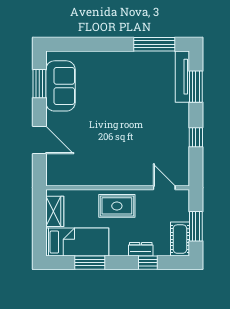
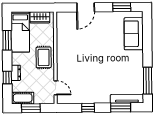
sofa: (60, 86) -> (134, 34), moved, turned 90
door: (164, 188) -> (56, 88), hinge flipped

